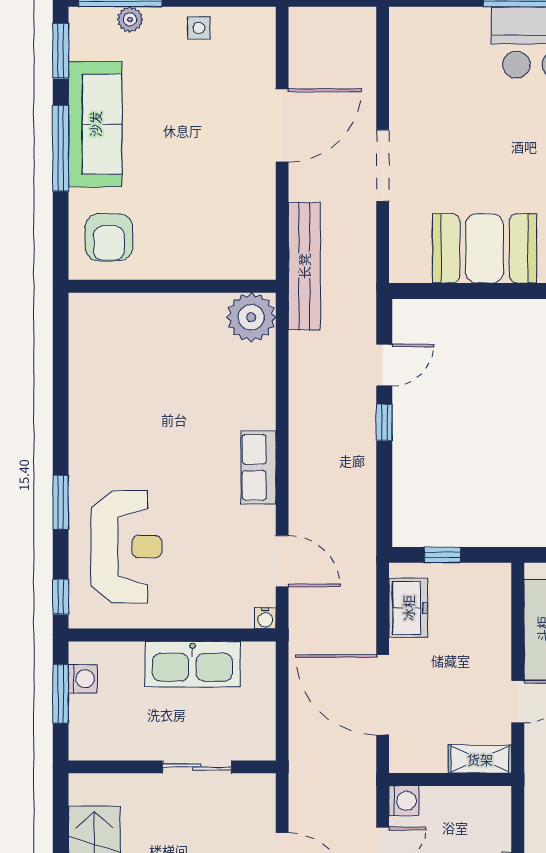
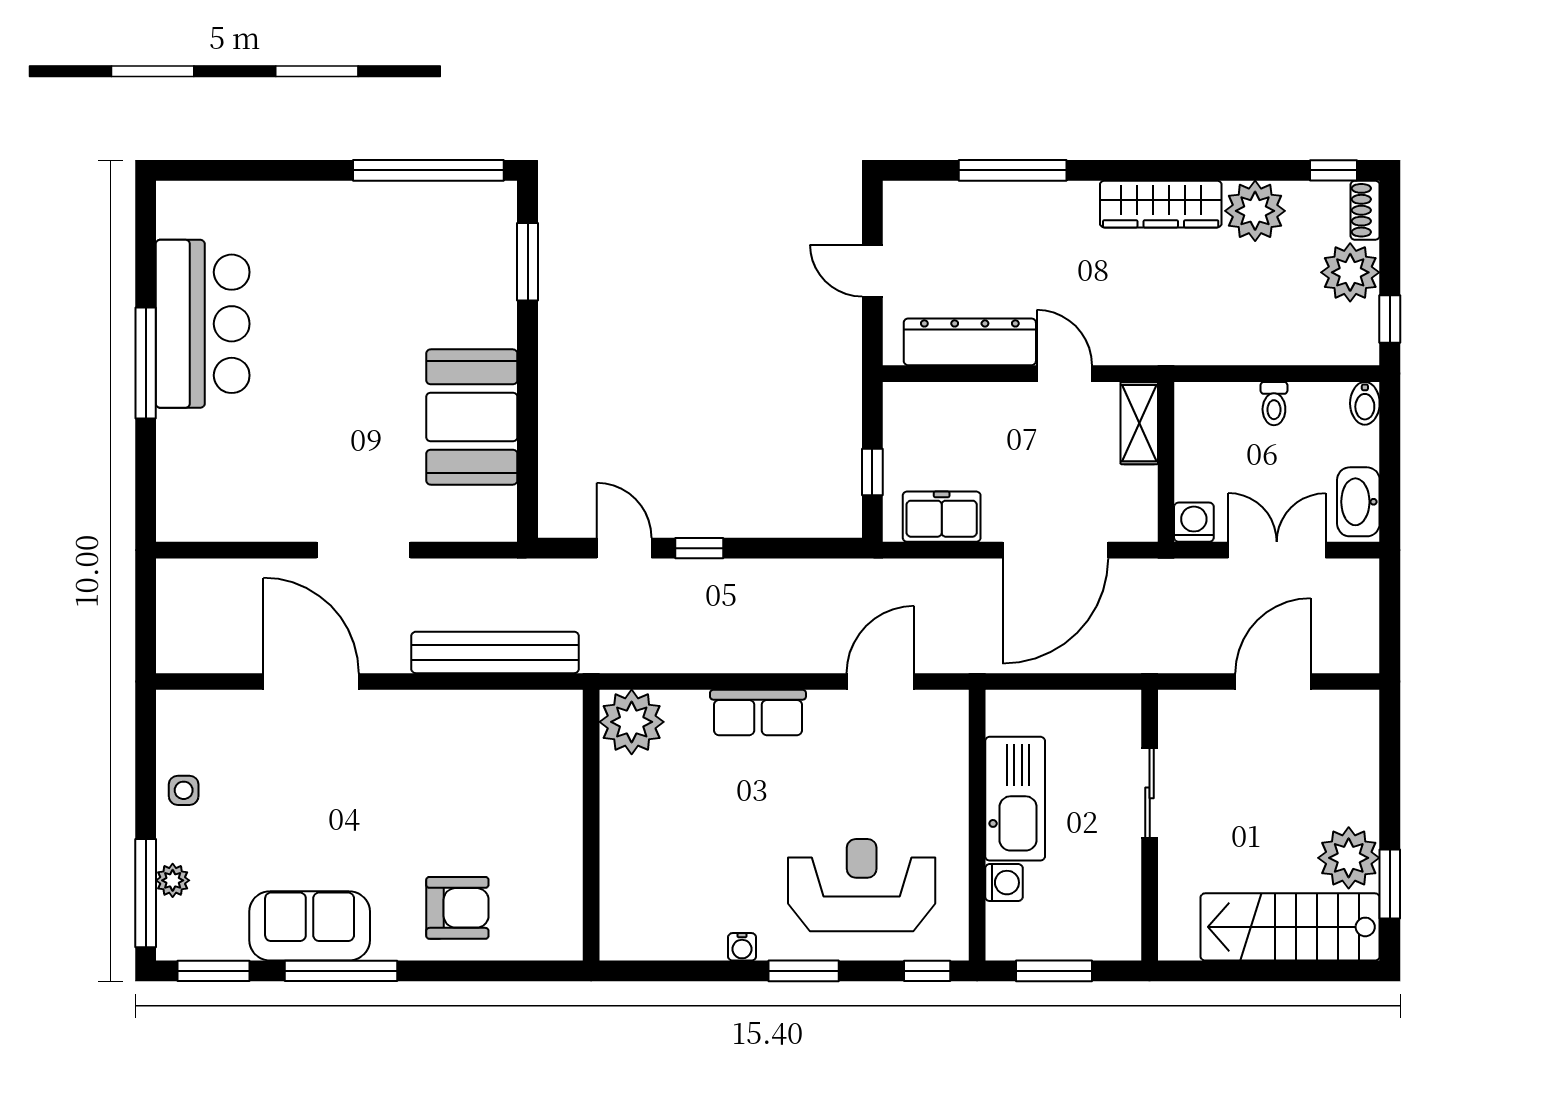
sofa: (95, 124) -> (310, 926), width x0.73
wall: (172, 286) -> (591, 825), moved
plant: (251, 317) -> (632, 722), moved
water cooler: (265, 618) -> (742, 947), moved, turned 90
washing machine: (83, 679) -> (1004, 883), moved, turned 90

